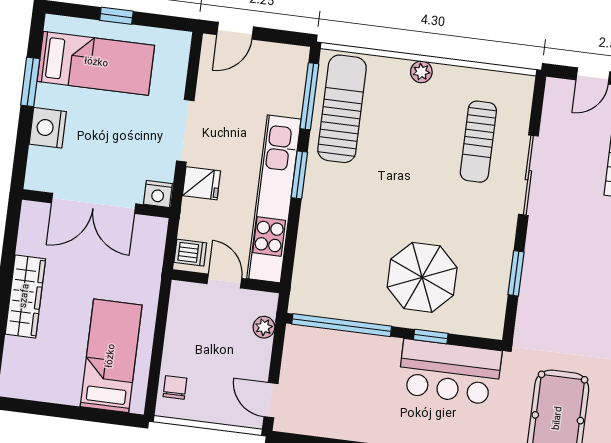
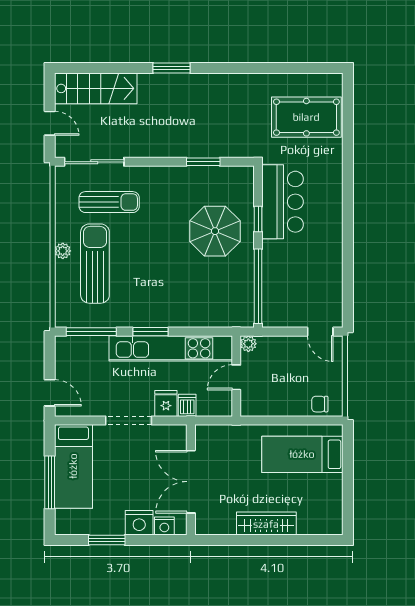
window: (116, 16) -> (50, 482), width x2.17
bed: (96, 63) -> (73, 466), moved, turned 180
sun lounger: (342, 109) -> (95, 264), moved, turned 90
sliding door: (528, 175) -> (94, 162), moved
nightstand: (158, 194) -> (164, 526), moved, turned 90
double door: (94, 203) -> (191, 482), swing flipped
dishwasher: (190, 253) -> (187, 405), moved
plant: (264, 327) -> (248, 344), moved
door: (271, 400) -> (320, 332), hinge flipped

